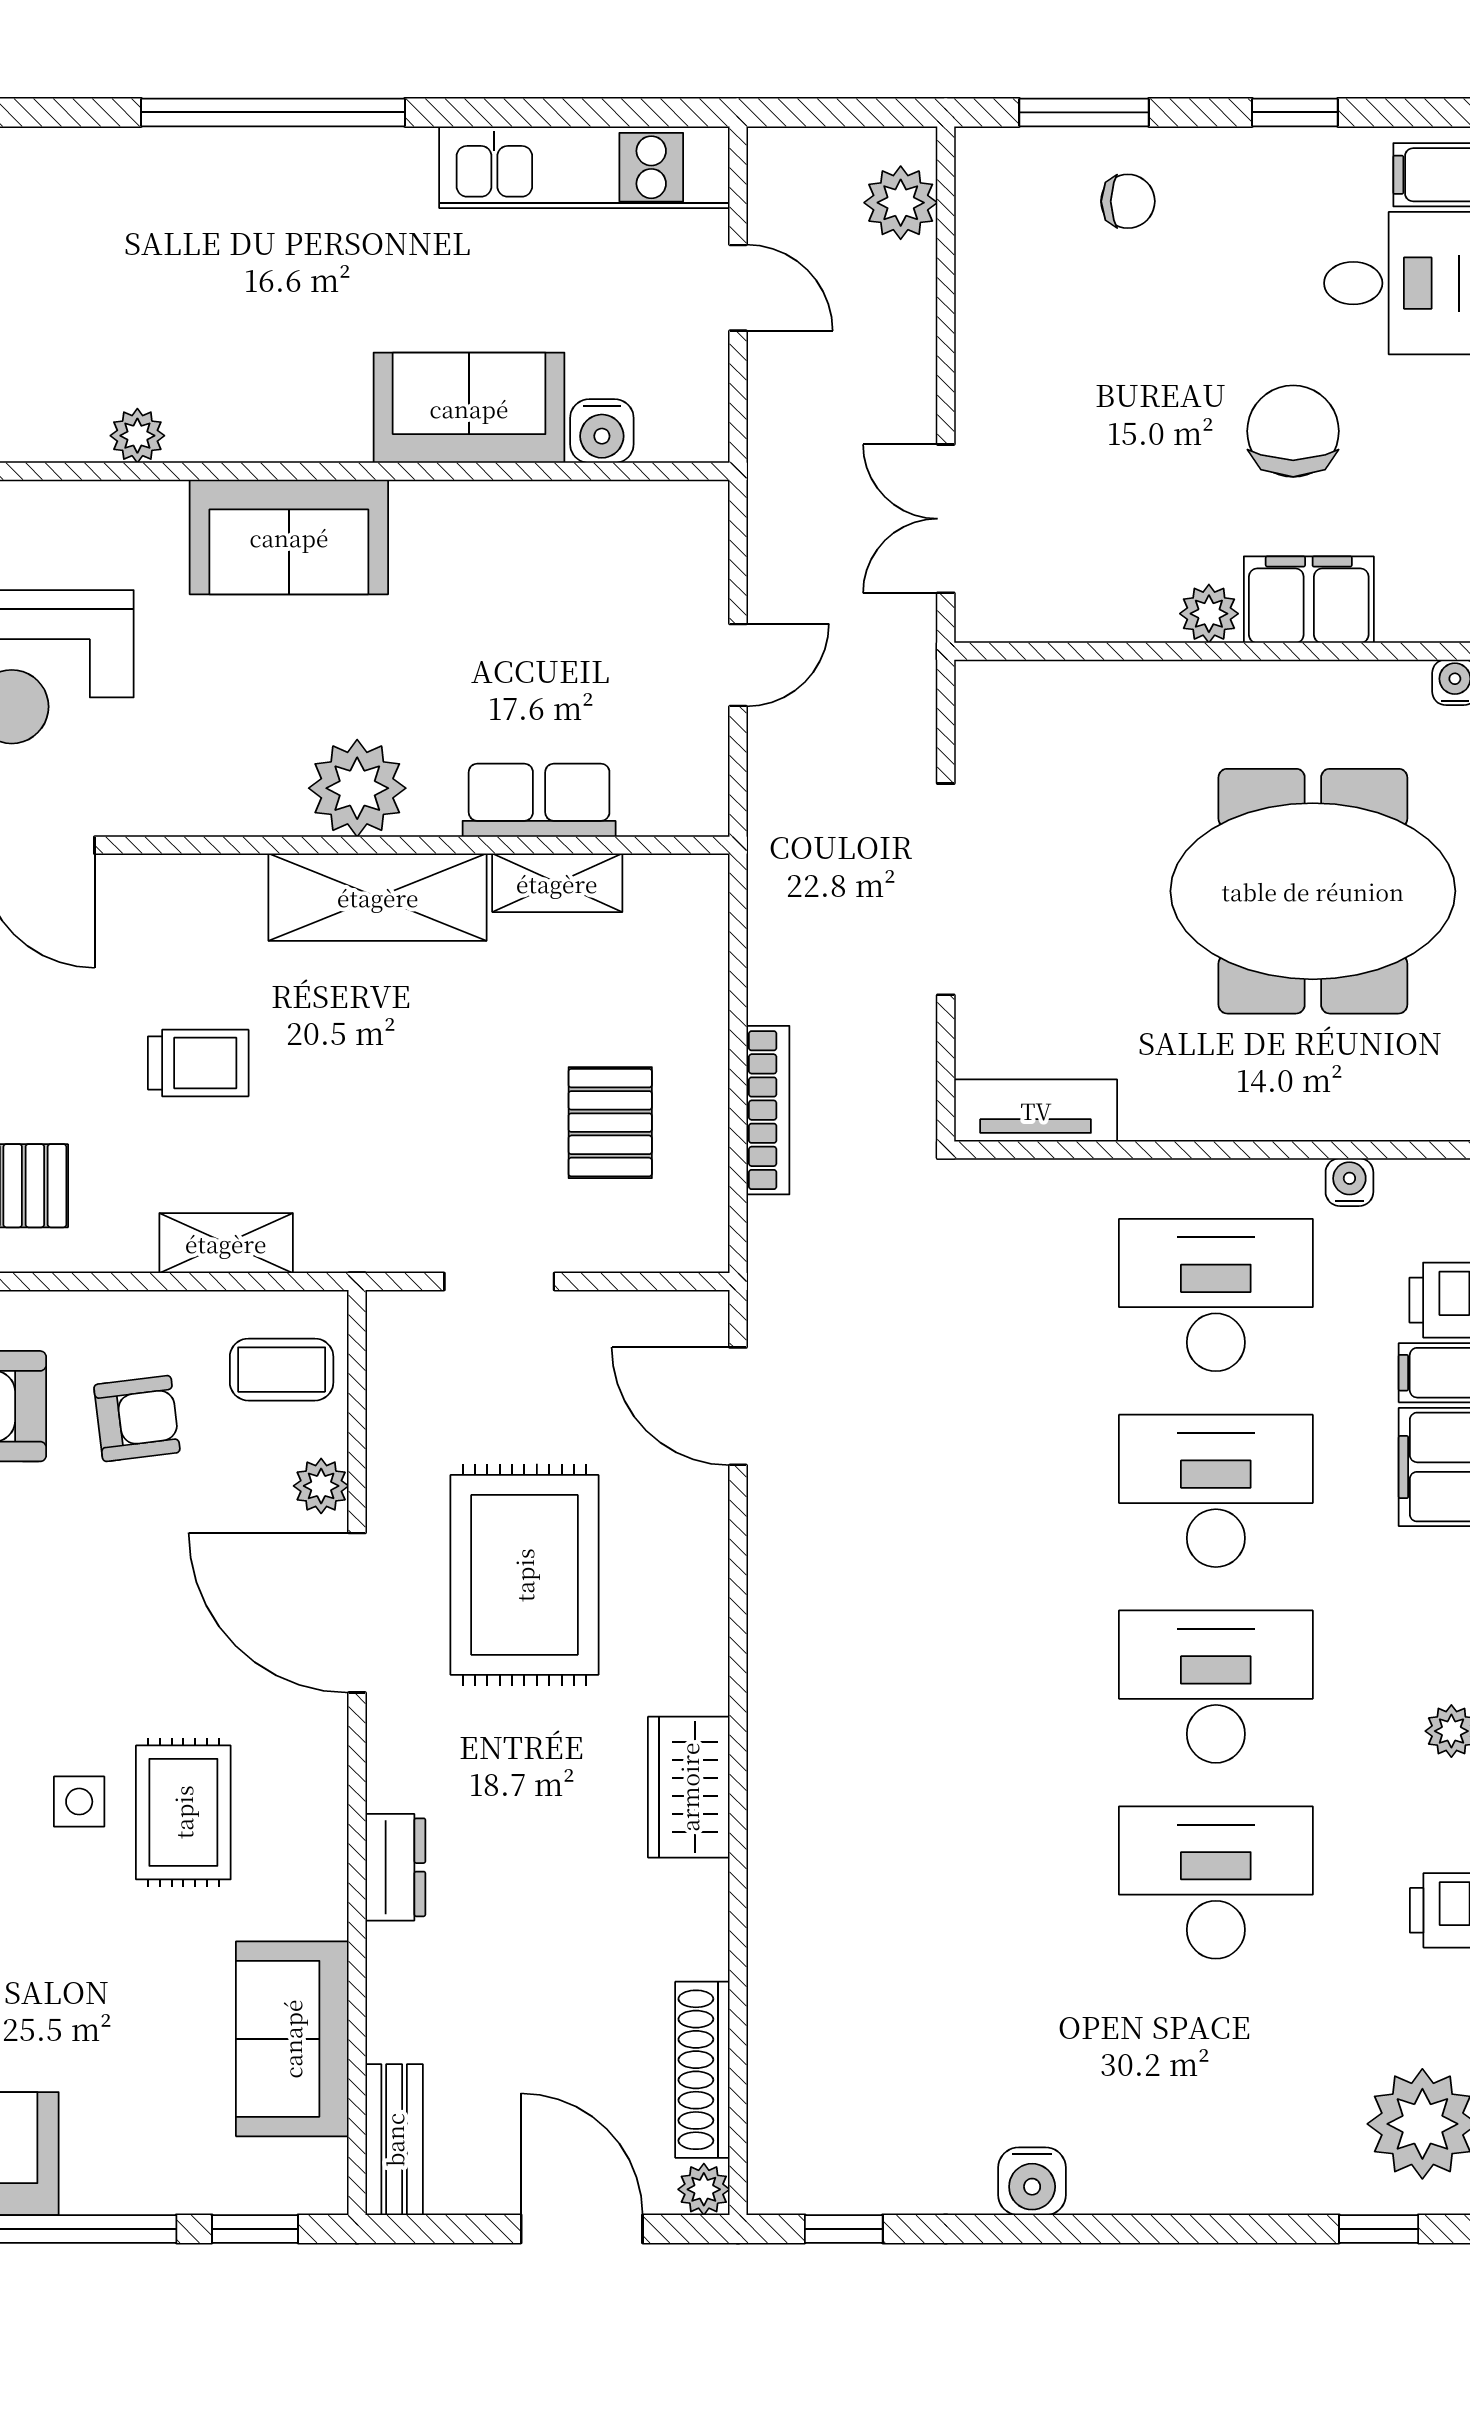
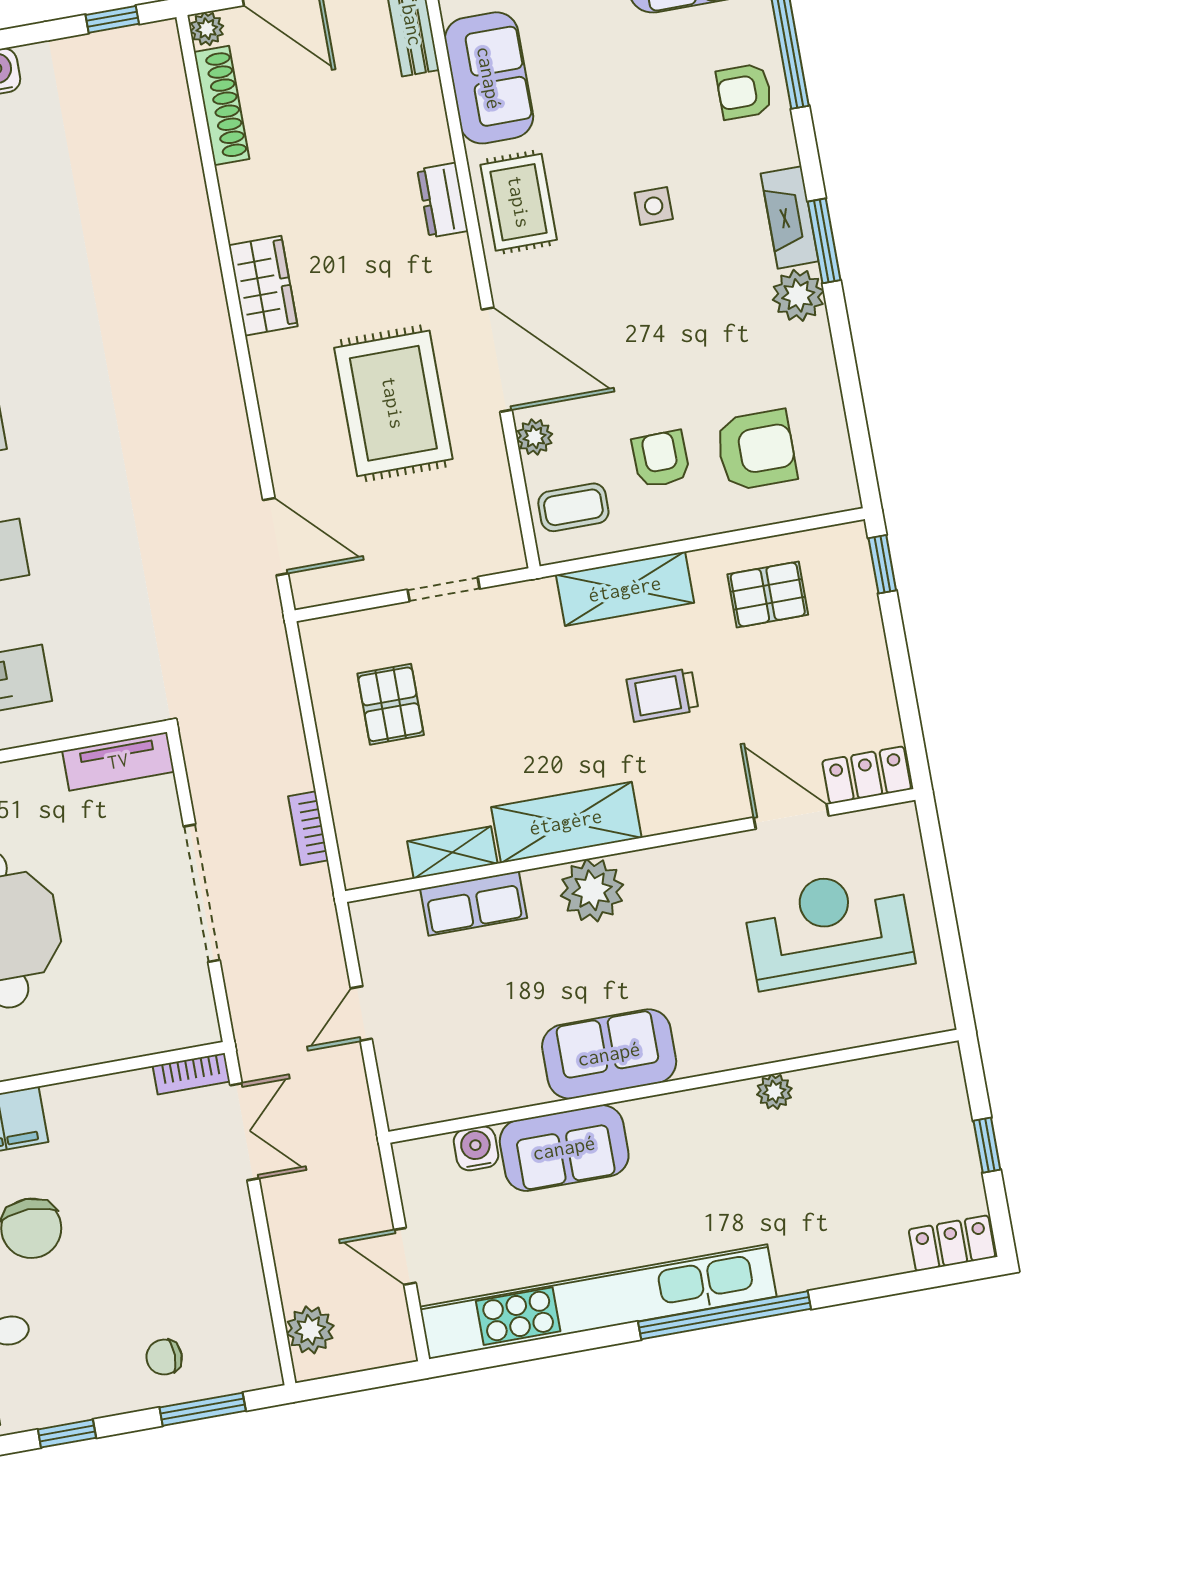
kitchen unit: (584, 167) -> (598, 1302), width x1.86
sofa: (289, 537) -> (609, 1054), moved
plant: (1209, 614) -> (64, 1101), removed
bookcase: (1010, 621) -> (191, 1074), added
bookcase: (768, 1110) -> (308, 828), moved, width x0.64
shelving: (226, 1243) -> (625, 589), width x1.50, depth x1.33
armchair: (137, 1419) -> (661, 459), turned 96
rug: (183, 1812) -> (519, 202), moved

